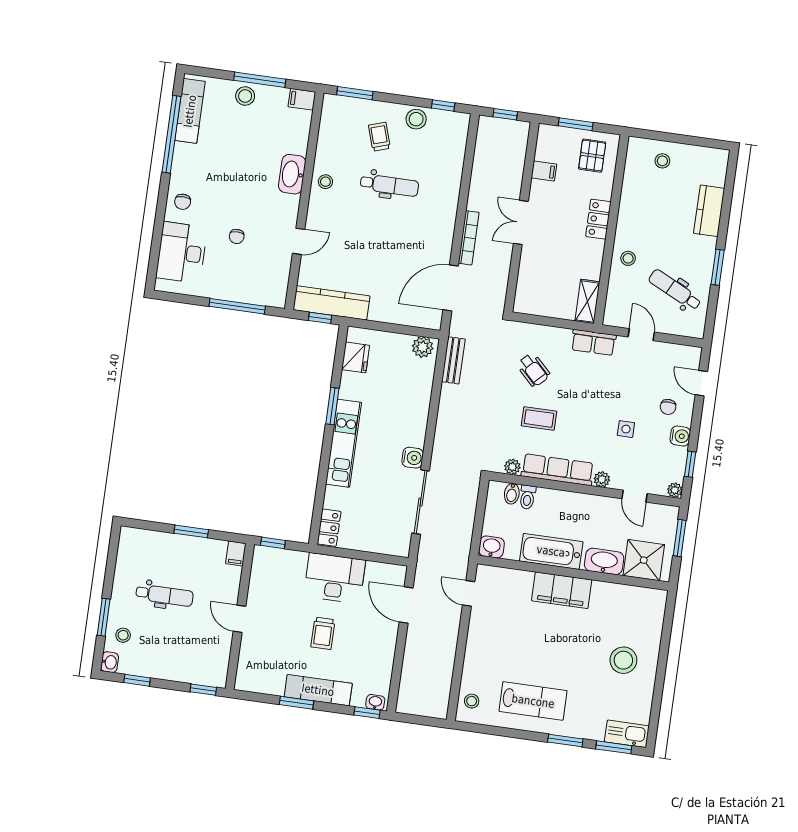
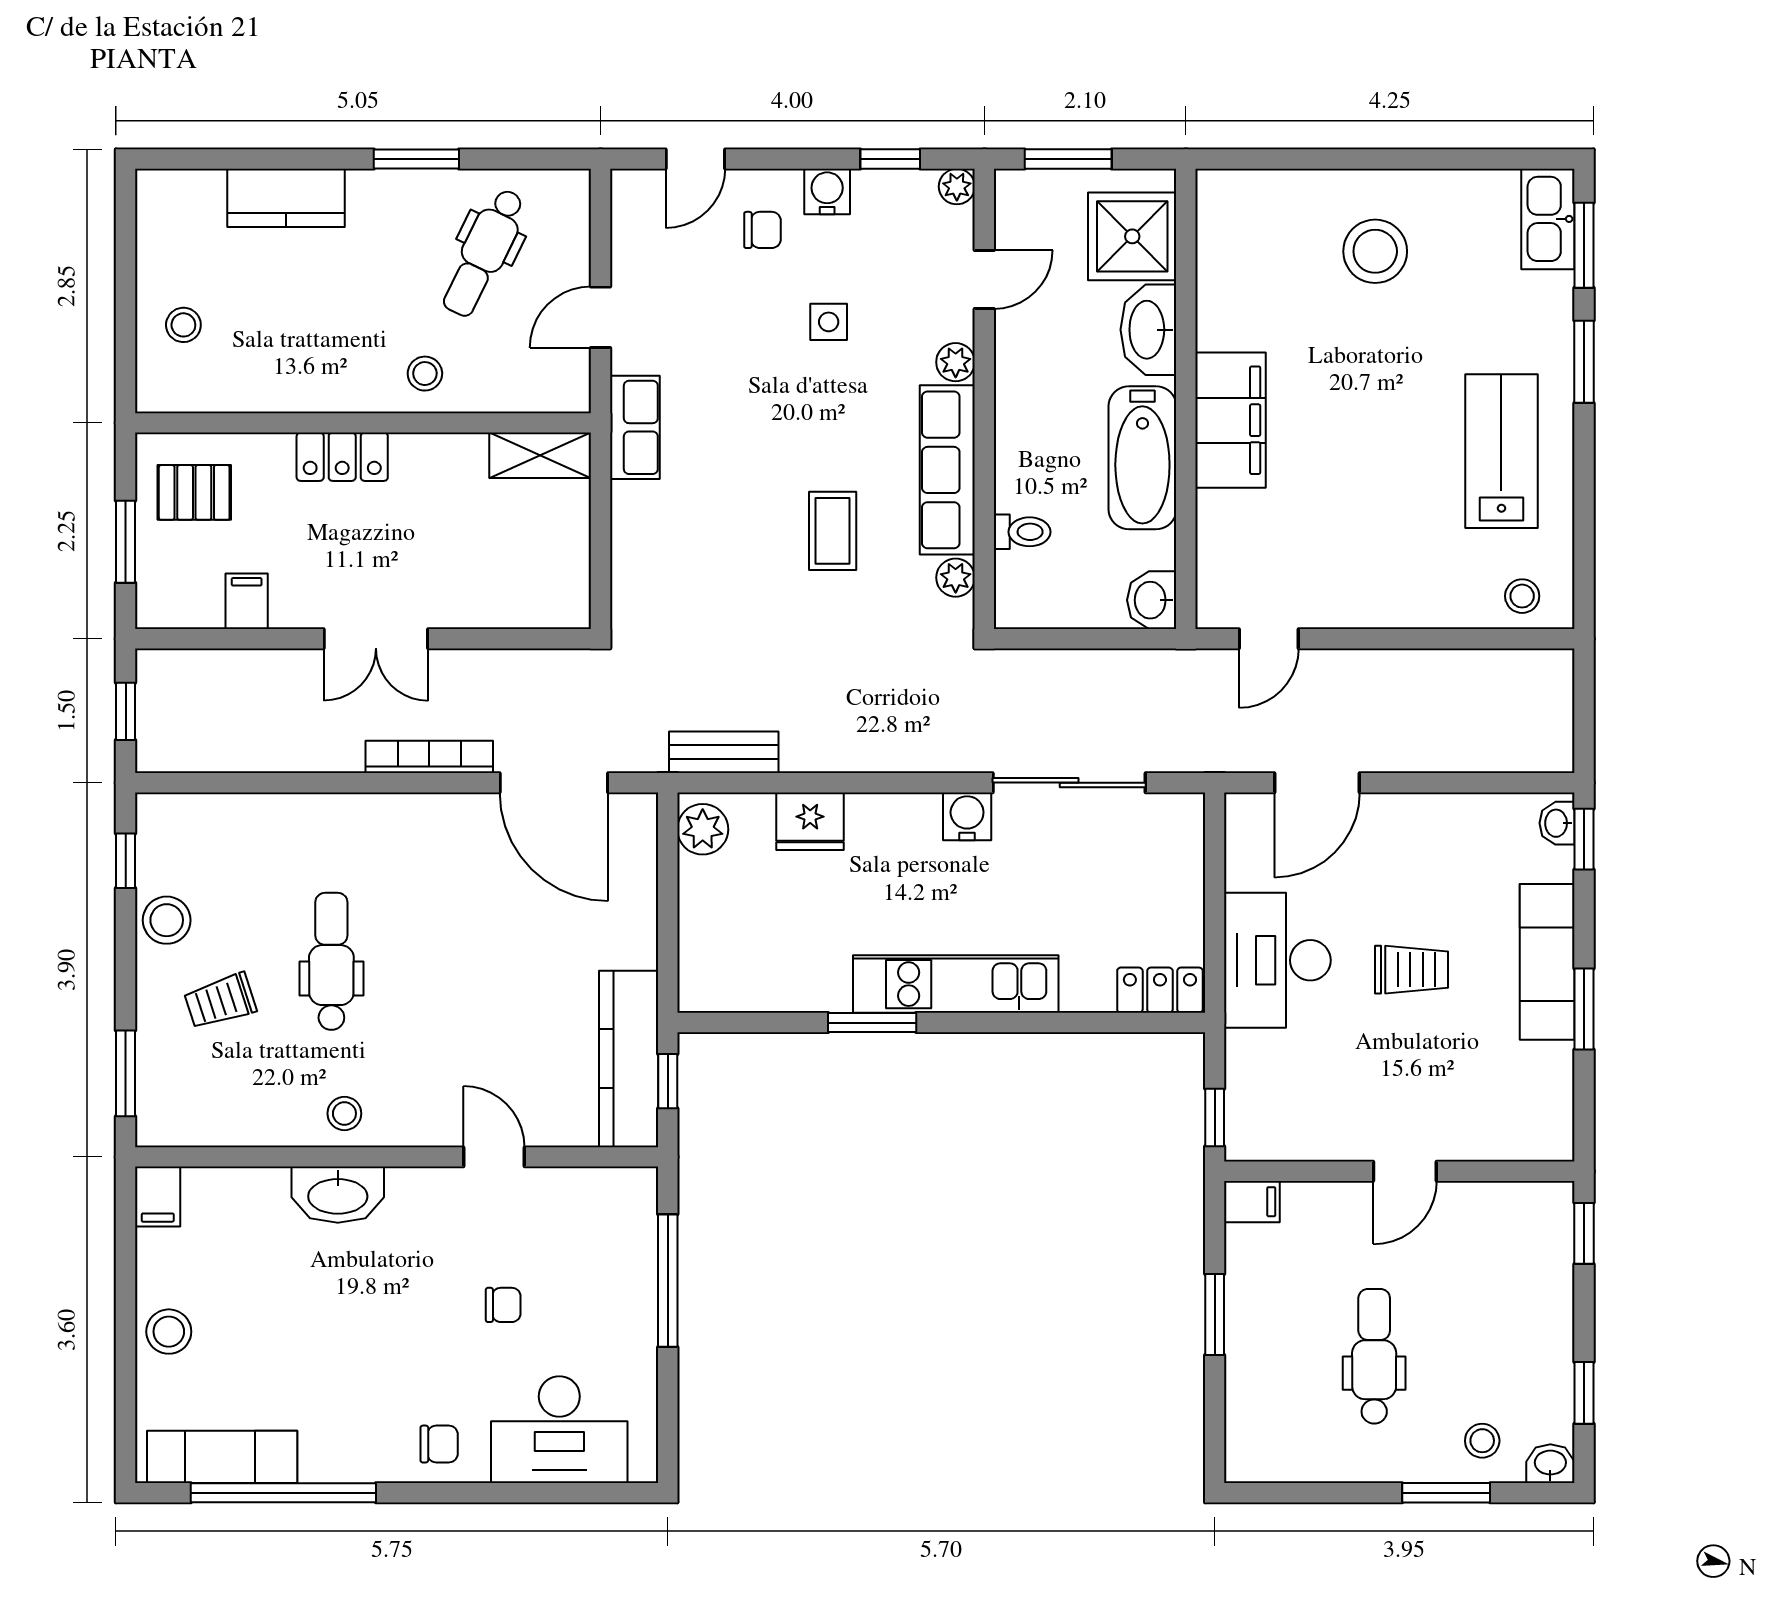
window: (260, 80) -> (126, 1303), removed
fridge: (356, 357) -> (810, 821), moved, turned 180
wheelchair: (533, 370) -> (720, 560), removed
bidet: (512, 494) -> (1019, 570), removed

